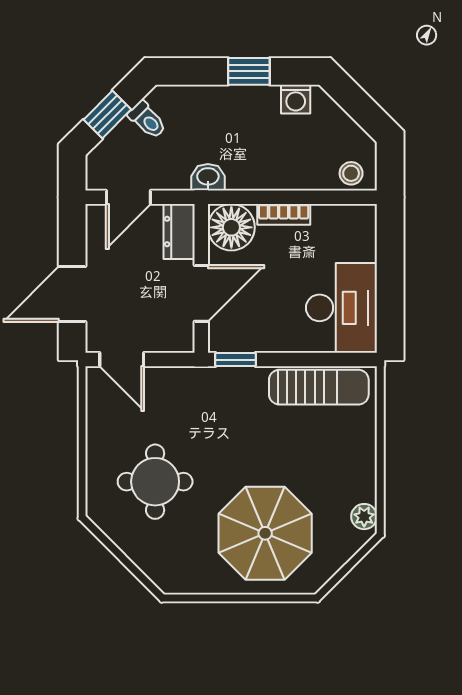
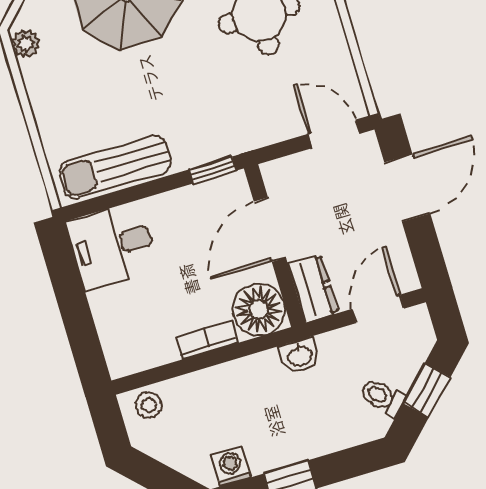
desk: (341, 308) -> (112, 246), width x0.73

